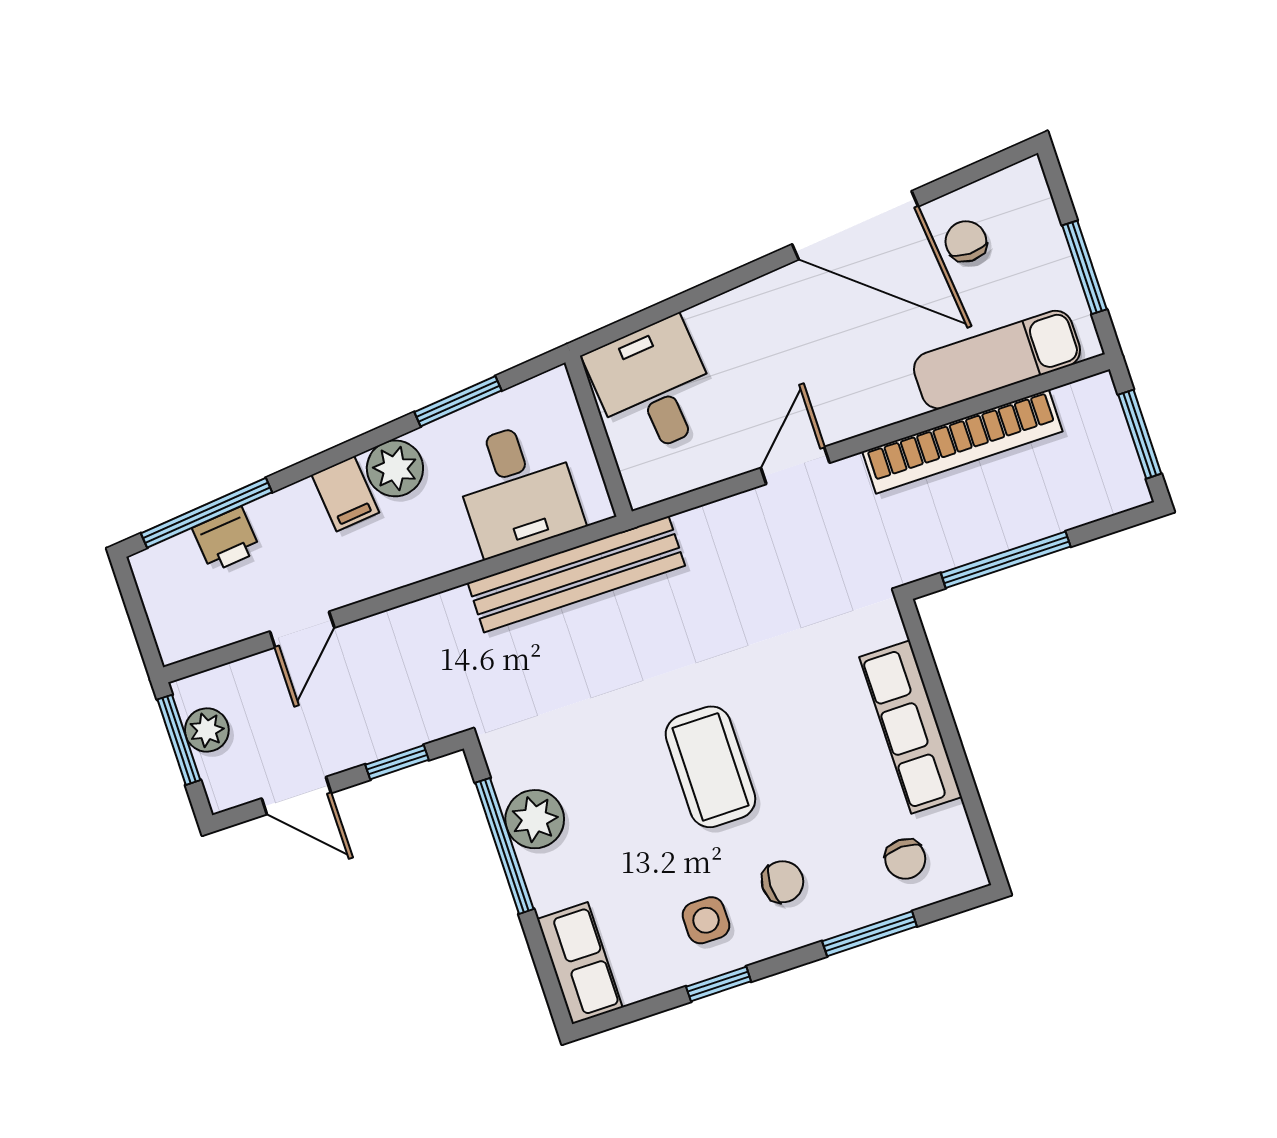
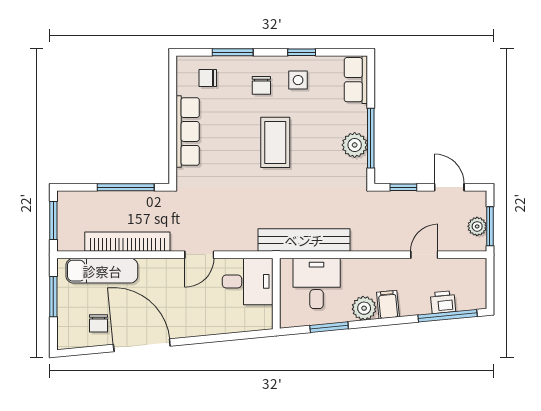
desk: (653, 387) -> (248, 281), moved, turned -84
chair: (905, 859) -> (208, 78), turned -90
chair: (783, 882) -> (261, 85), turned -90

